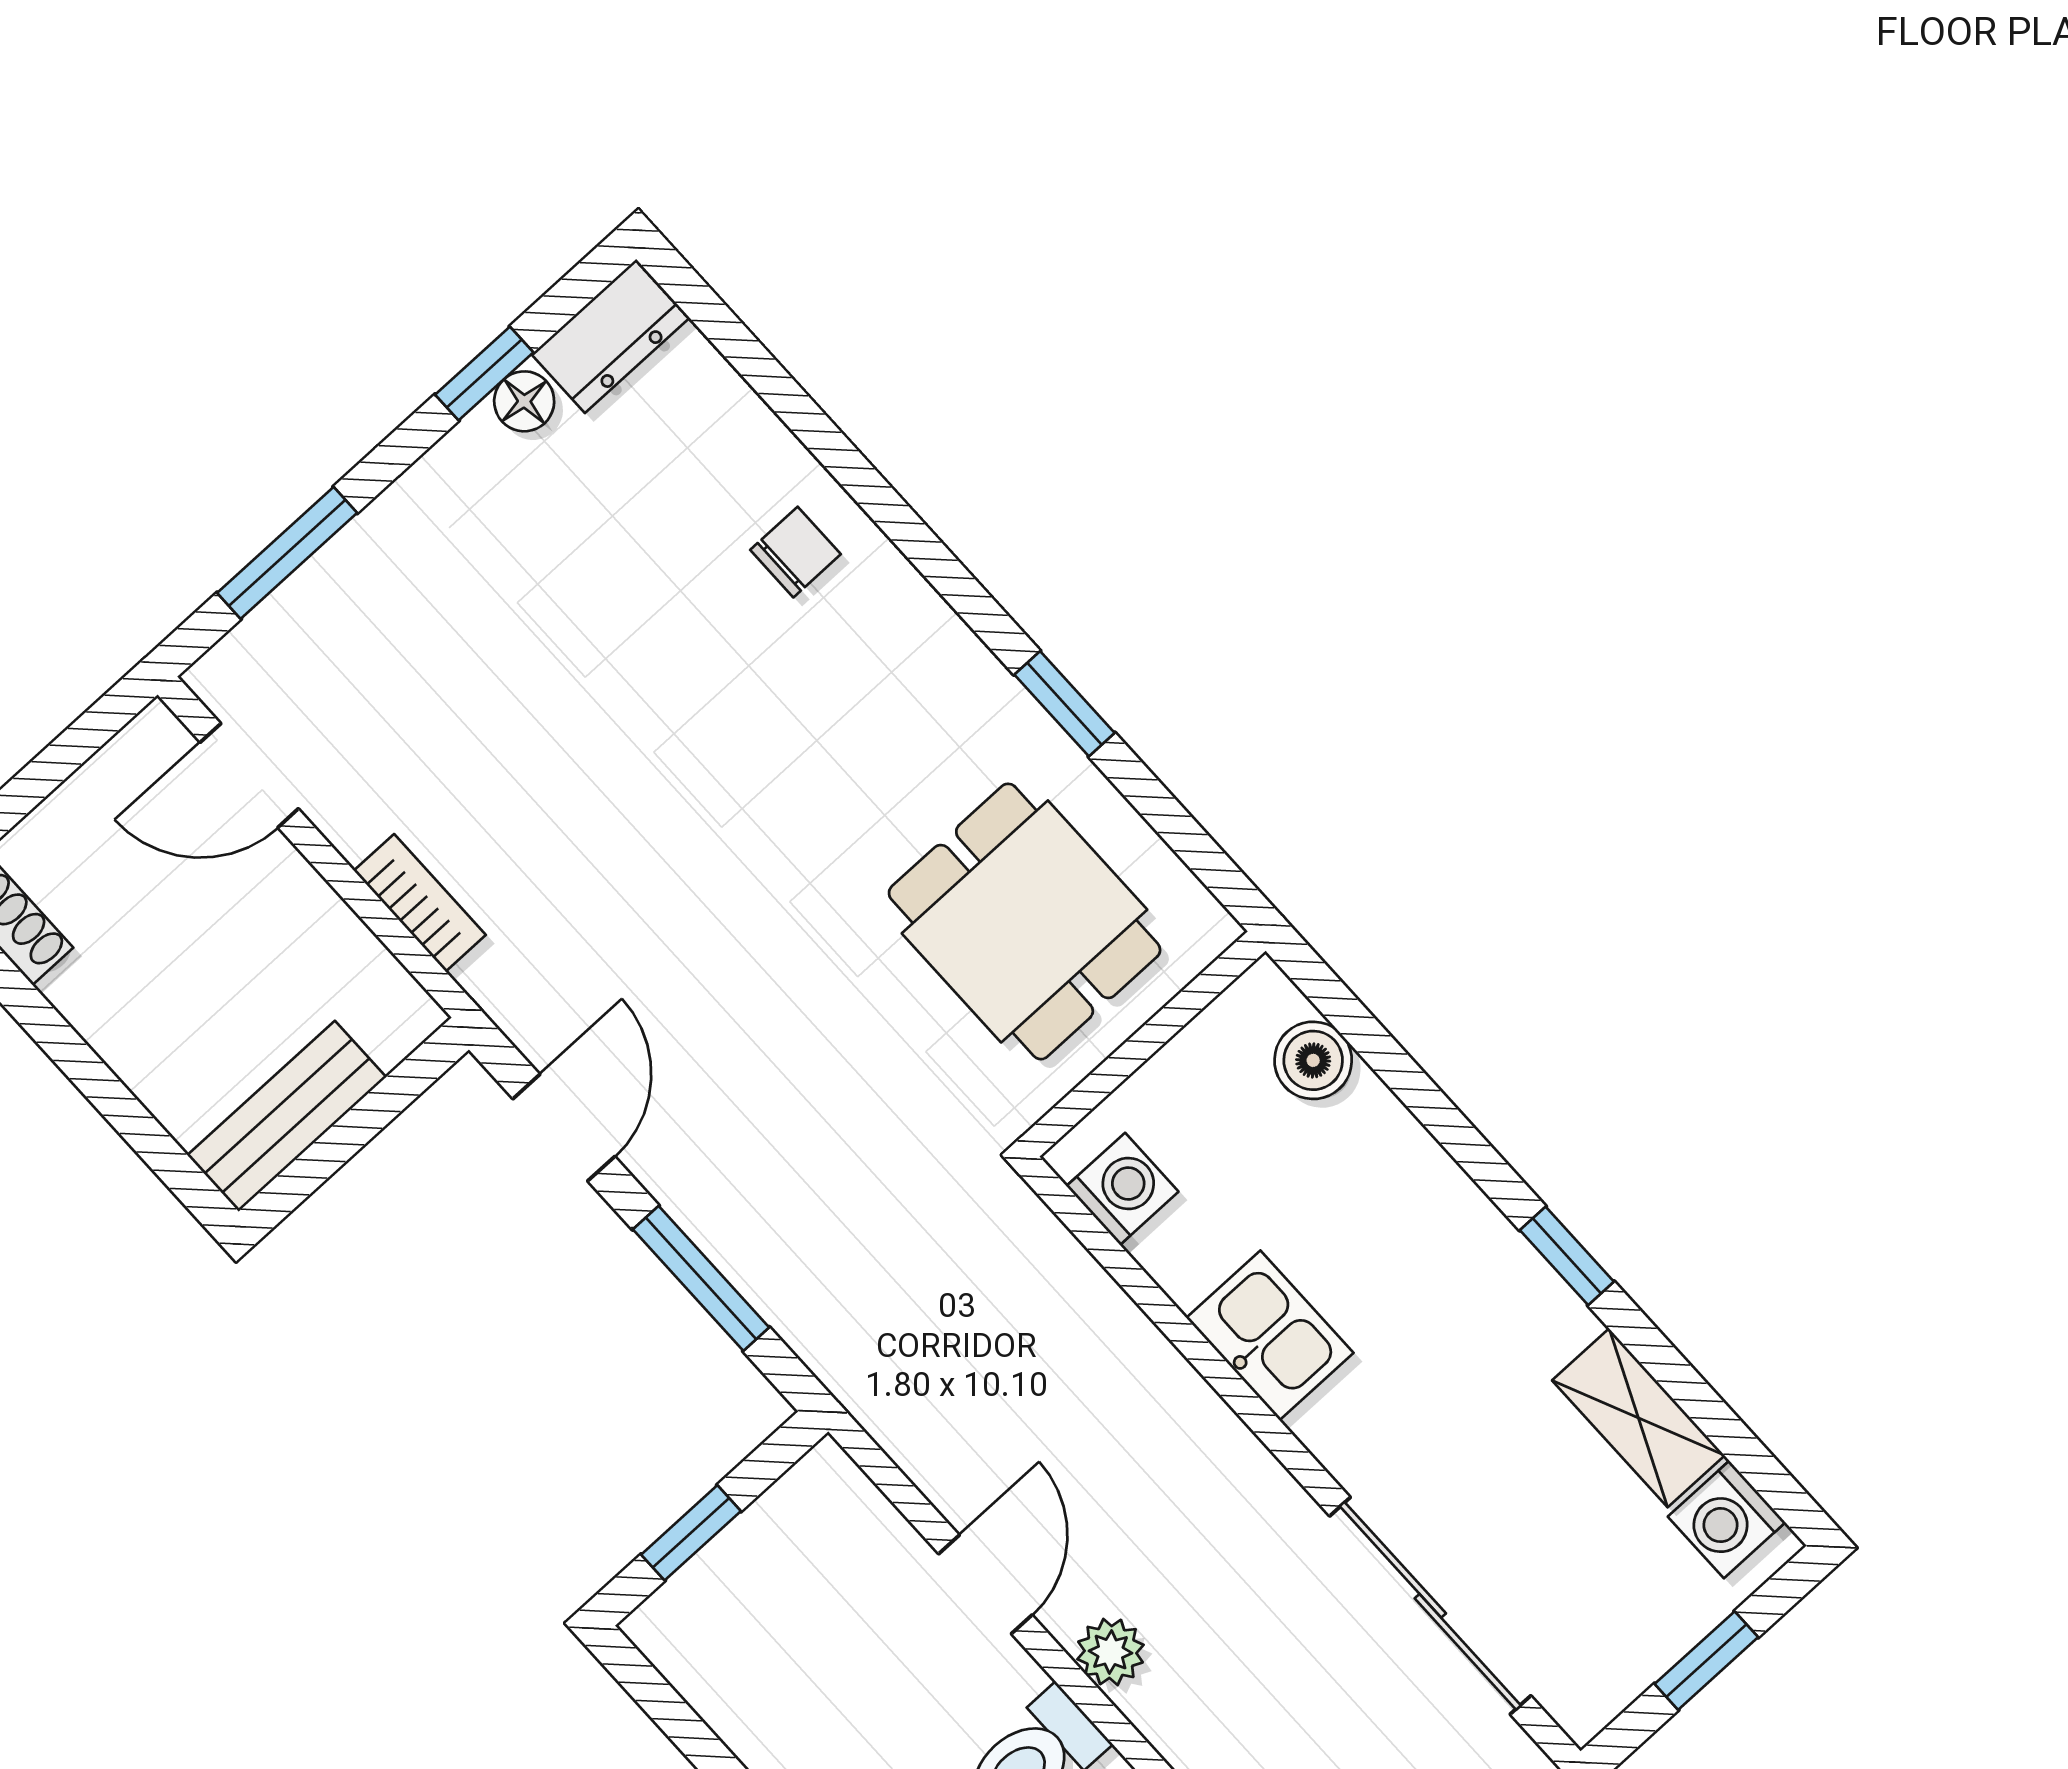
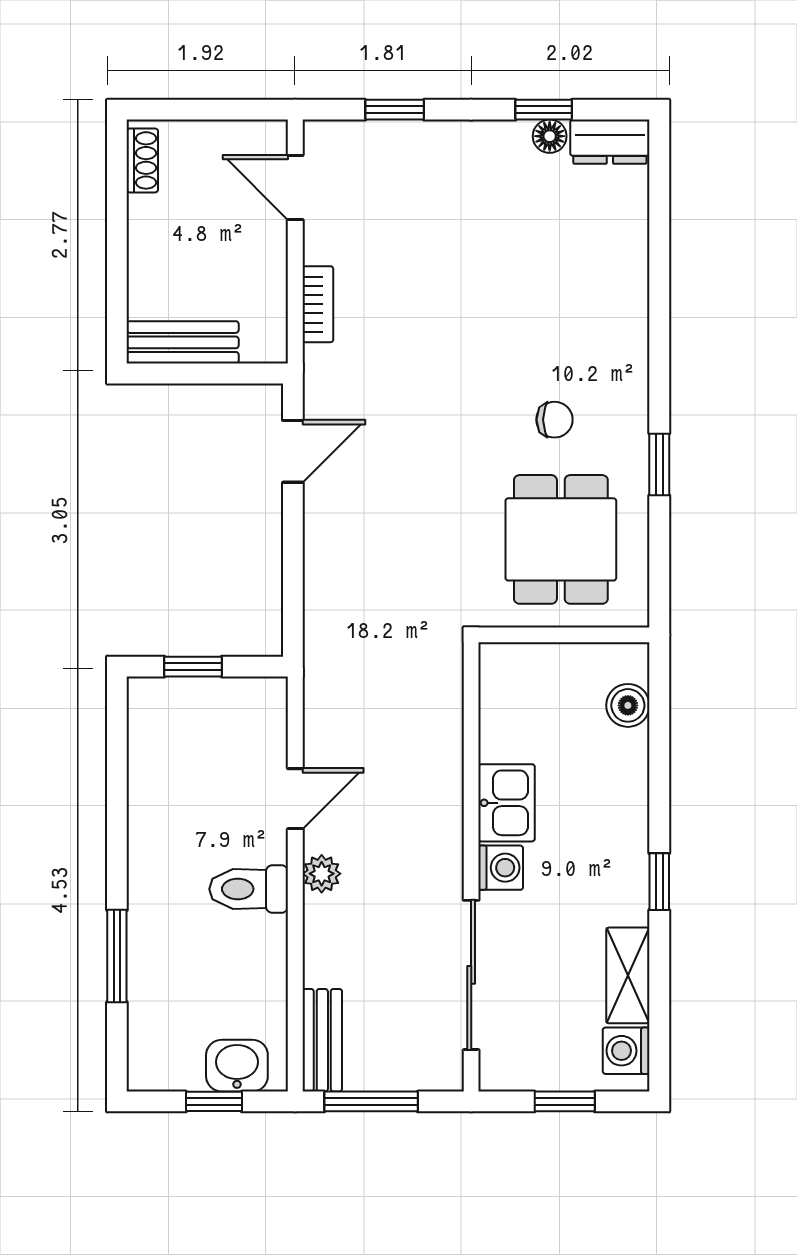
chair: (795, 552) -> (554, 420), moved
window: (287, 553) -> (395, 110), width x0.67
washing machine: (1122, 1189) -> (501, 868), moved
window: (701, 1278) -> (293, 565), removed

